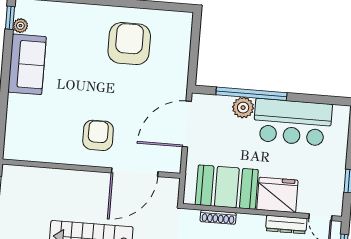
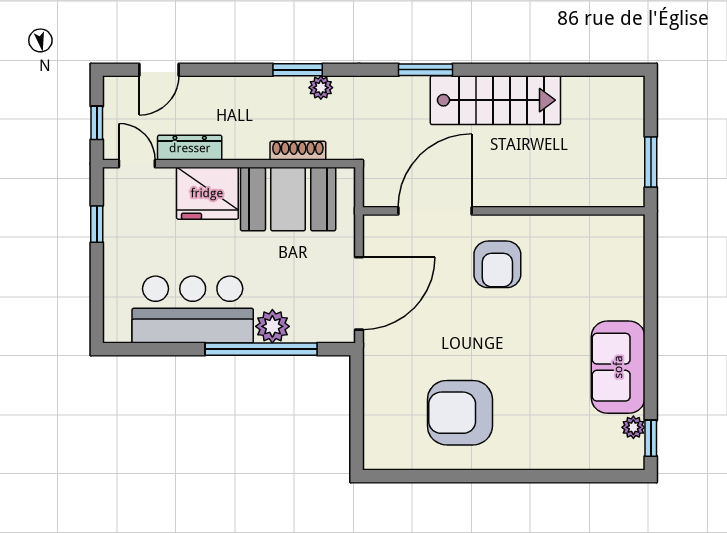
armchair: (129, 44) -> (460, 413), turned 90

